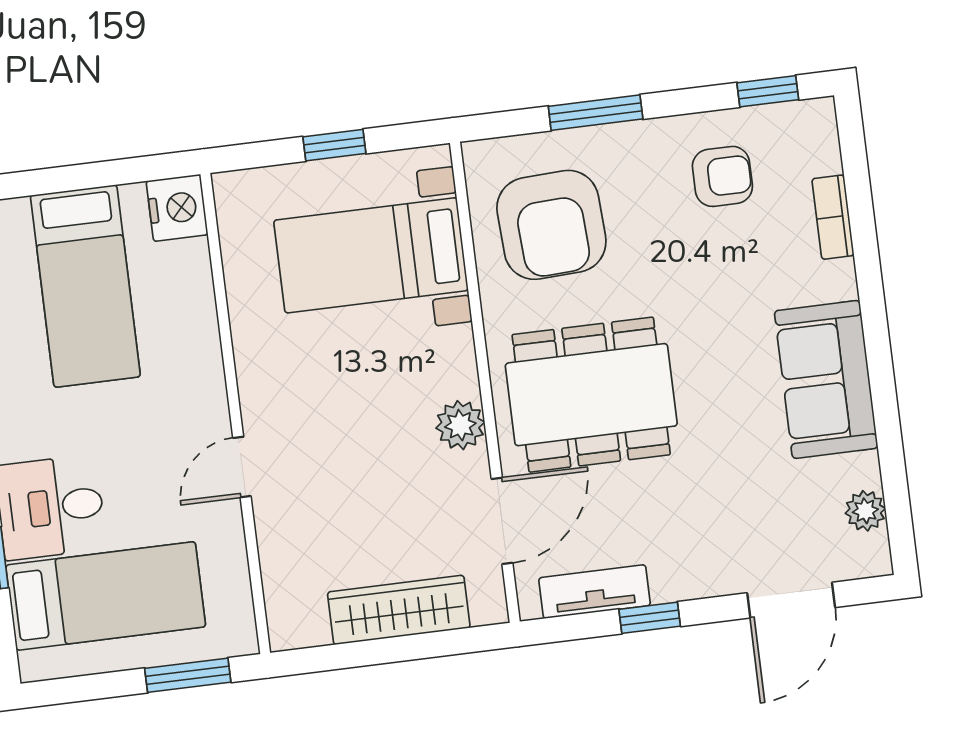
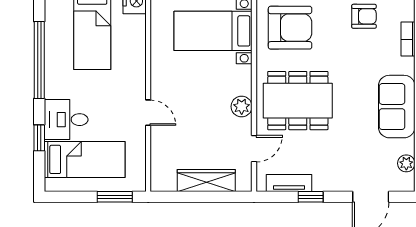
armchair: (551, 225) -> (290, 28), turned -87
door: (242, 467) -> (148, 113), swing flipped
door: (502, 521) -> (254, 149), width x0.73

